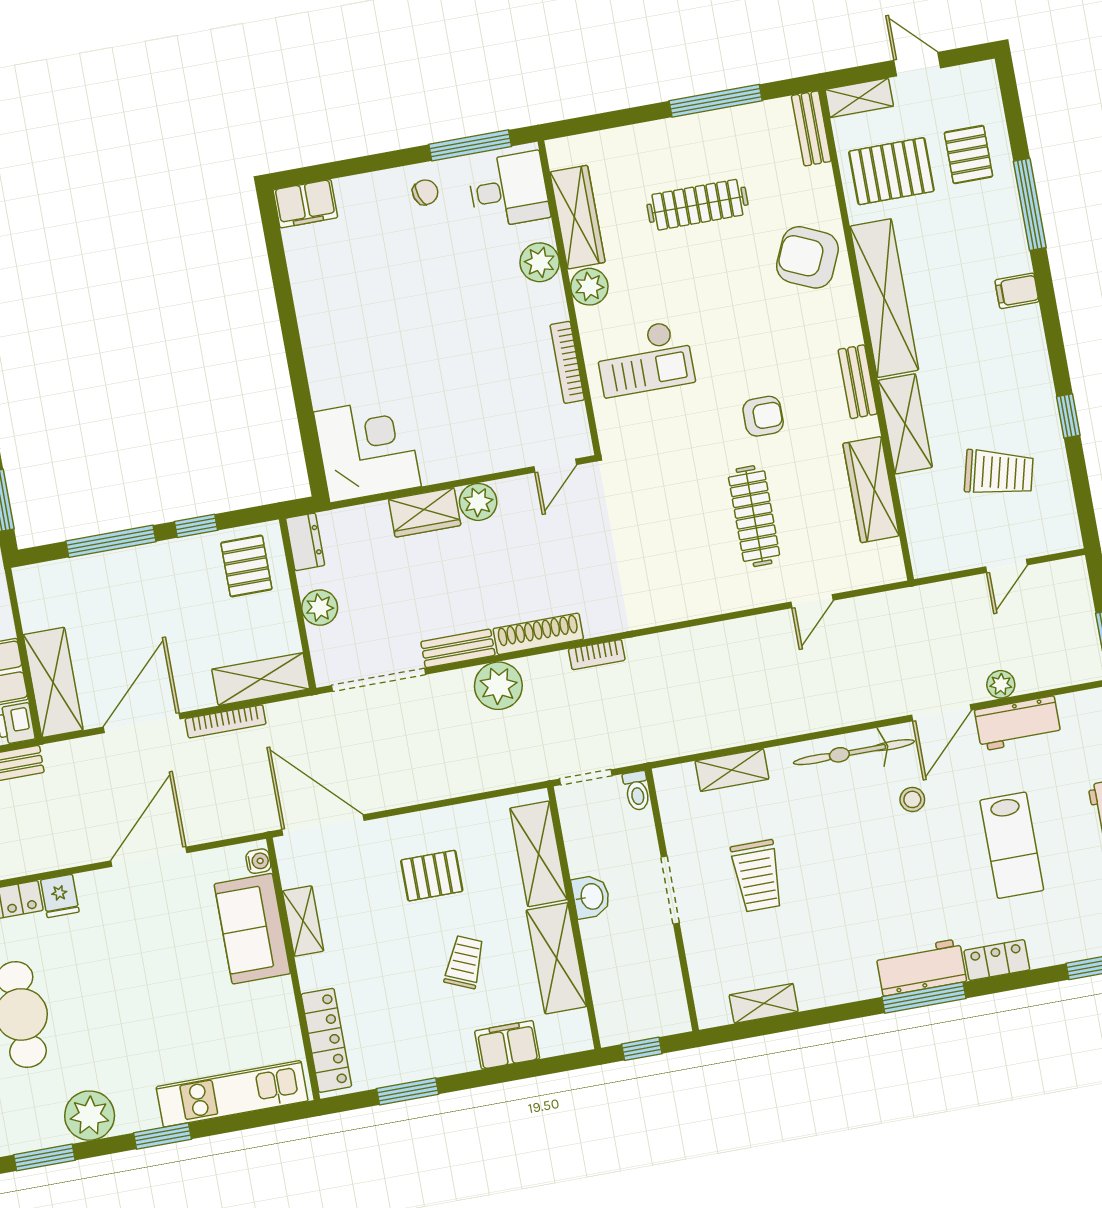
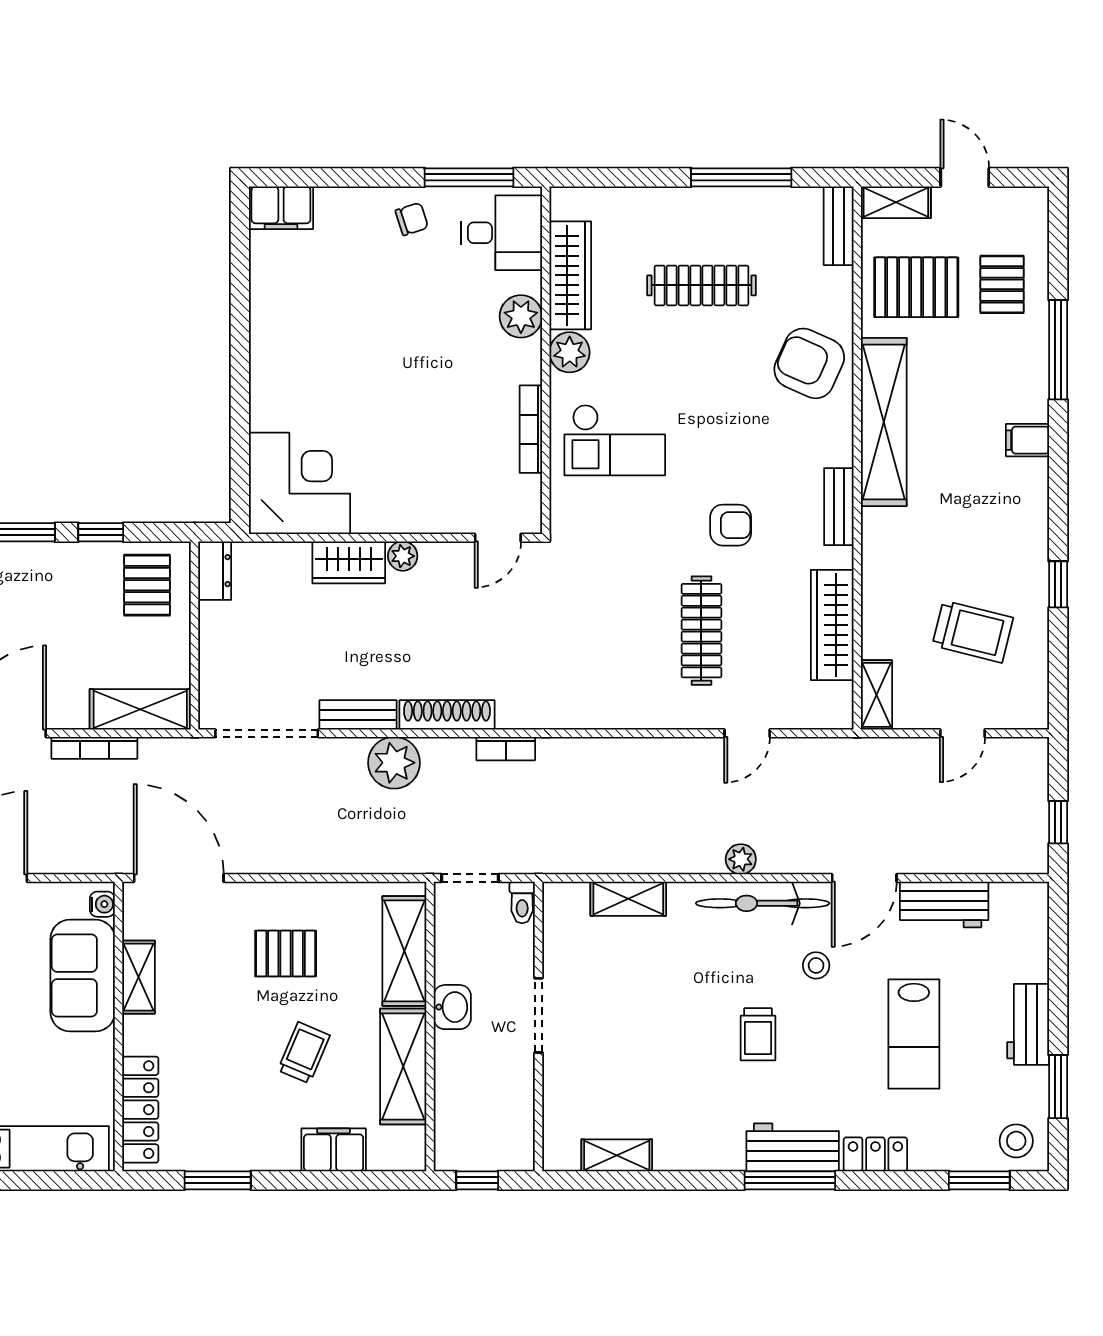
shelving: (905, 424) -> (876, 695), moved, width x0.67, depth x0.75
plant: (478, 502) -> (403, 556), width x0.73, depth x0.73
plant: (320, 608) -> (218, 644), removed
plant: (1001, 684) -> (741, 859), moved
trolley: (757, 876) -> (758, 1034), moved, width x0.73, depth x0.72

